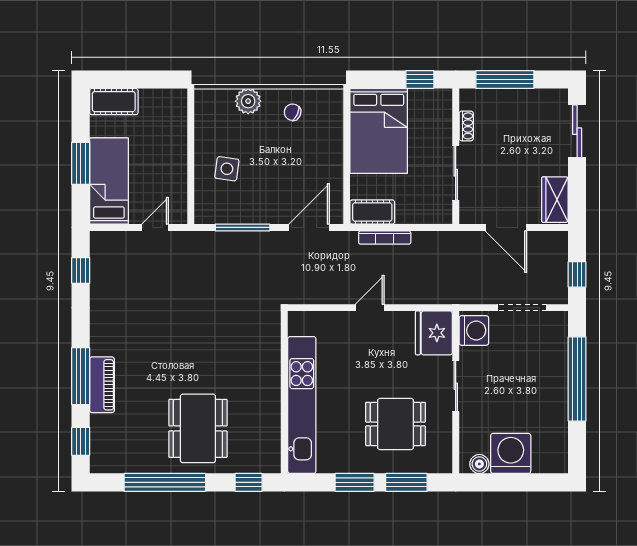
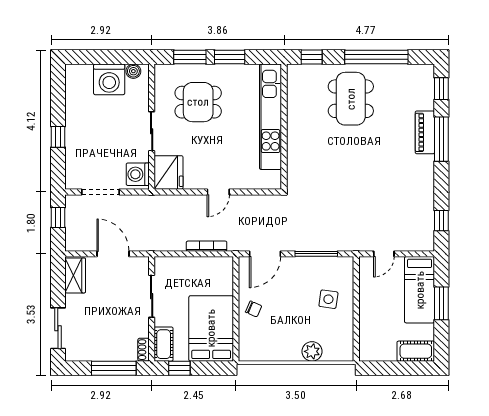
chair: (293, 112) -> (254, 309), moved
shoe rack: (466, 126) -> (144, 350), moved
cot: (372, 212) -> (164, 344), moved, turned 90
window: (577, 379) -> (58, 137), width x0.32

